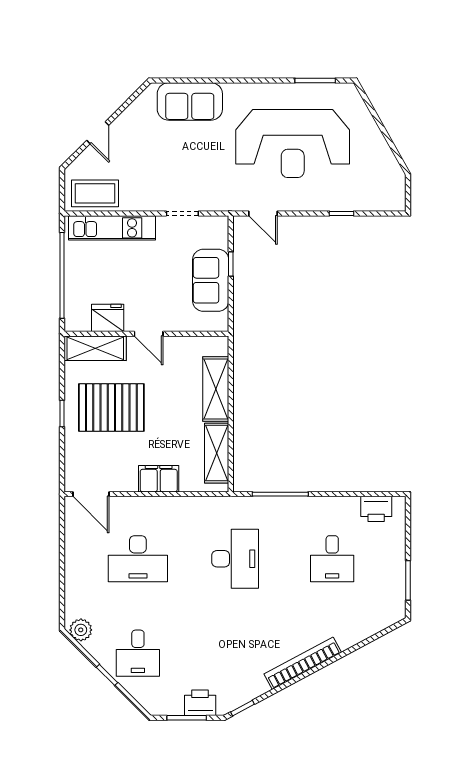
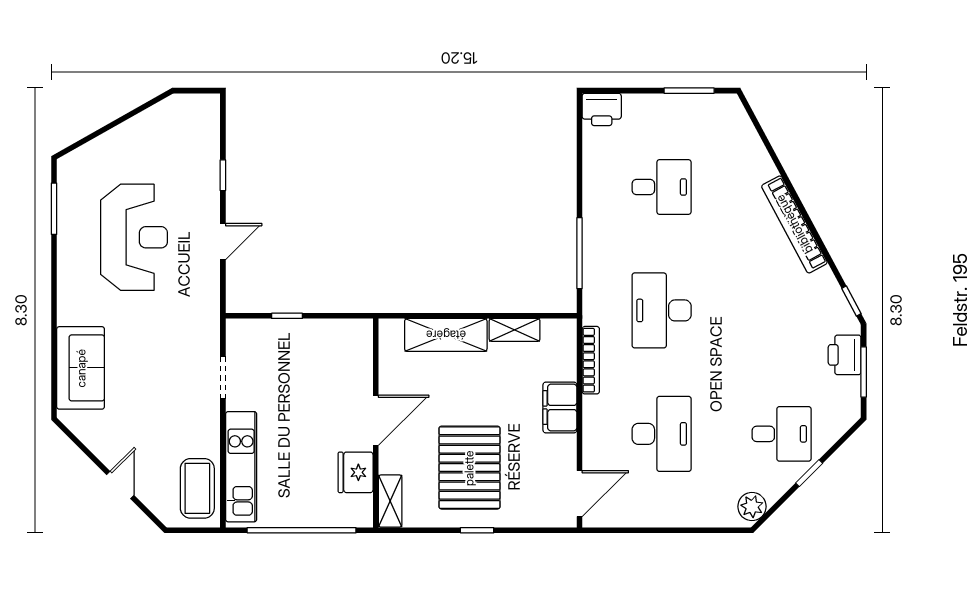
door: (98, 133) -> (120, 485), hinge flipped
reception desk: (293, 144) -> (134, 237), width x0.74, depth x0.77
door: (263, 214) -> (223, 242), moved
sofa: (211, 280) -> (308, 341), removed
door: (149, 334) -> (376, 420), width x1.38
shelving: (95, 348) -> (390, 501), width x0.67, depth x0.75
shelving: (217, 453) -> (515, 330), width x0.67, depth x0.75
bookcase: (196, 503) -> (591, 360), added
printer: (376, 509) -> (602, 109), moved, turned 90
desk: (235, 559) -> (662, 310), turned -90

